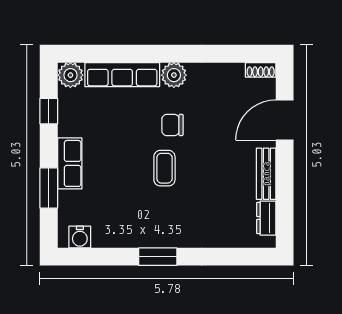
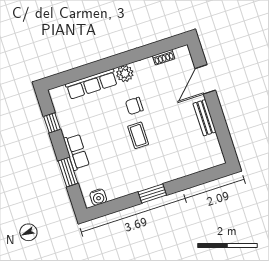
shoe rack: (261, 70) -> (164, 57), moved
plant: (70, 75) -> (58, 95), removed
dresser: (266, 218) -> (214, 146), removed

